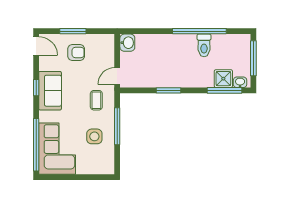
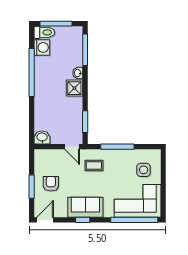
washing machine: (227, 43) -> (42, 47), added
toilet: (204, 45) -> (44, 32), moved
shower: (223, 79) -> (74, 88), moved
washbasin: (240, 82) -> (78, 73), moved
window: (169, 90) -> (85, 122), moved
side table: (94, 136) -> (144, 170), moved

